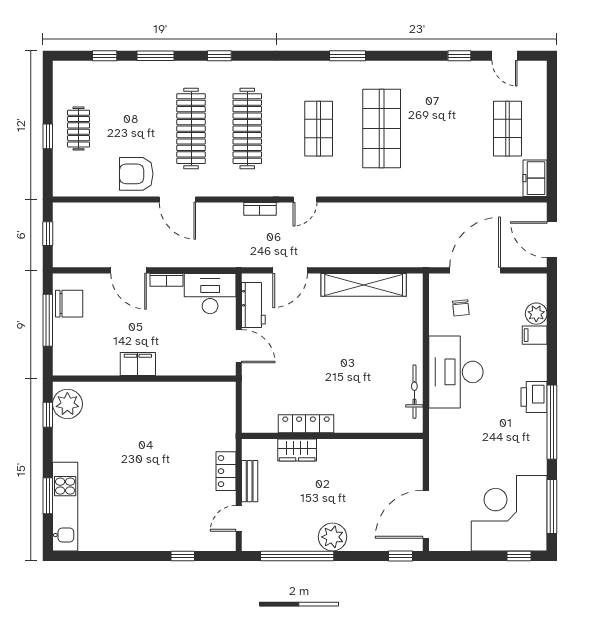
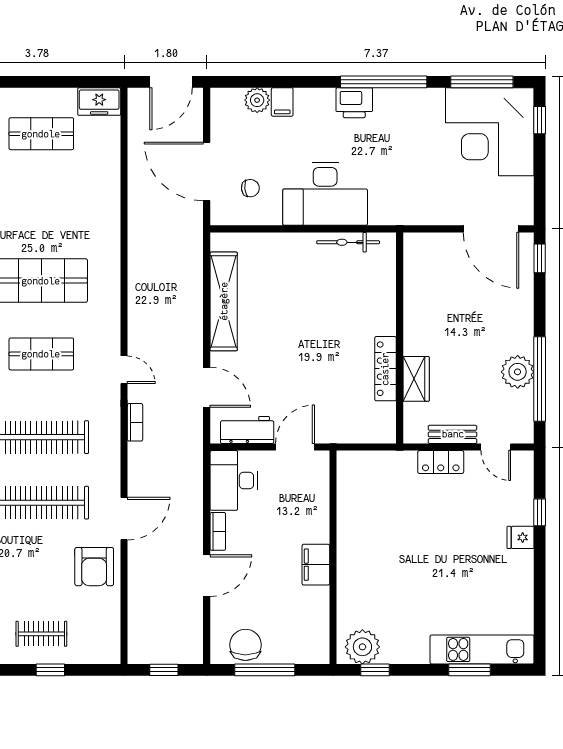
plant: (333, 537) -> (518, 372), moved
fridge: (161, 540) -> (521, 537), added

